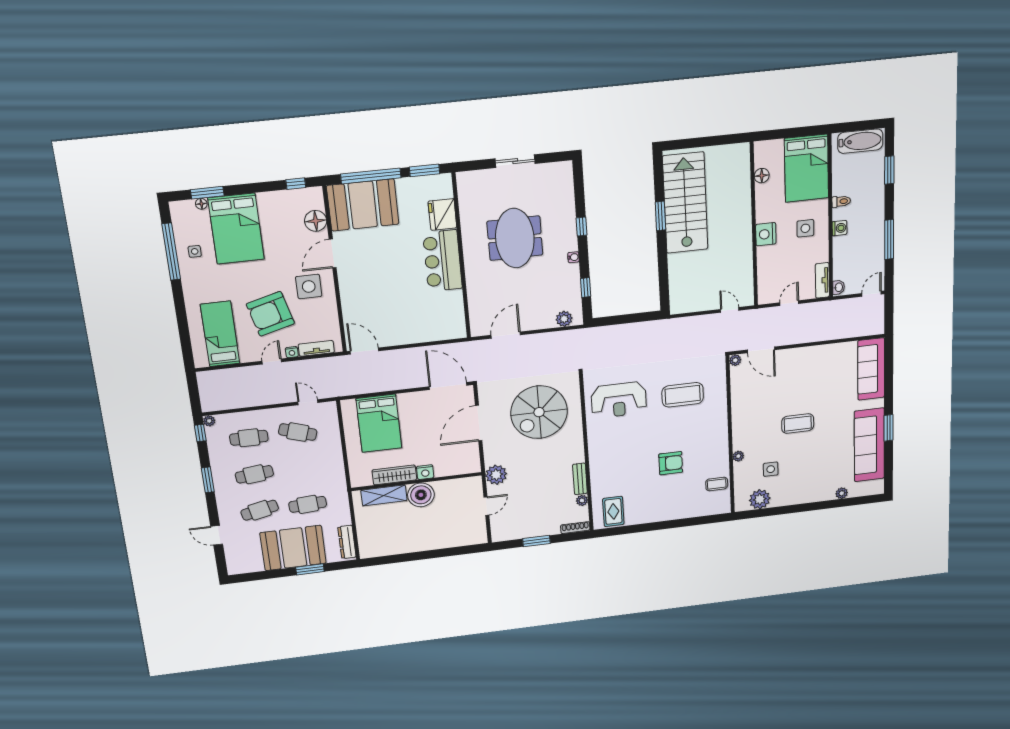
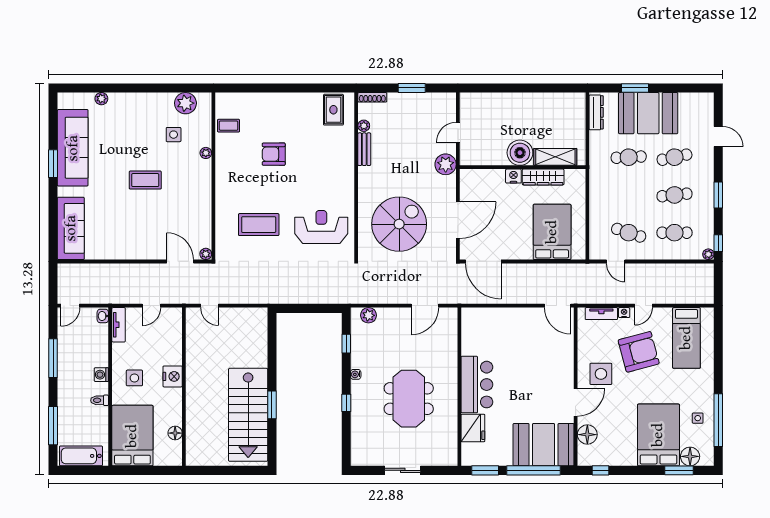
window: (889, 170) -> (53, 426), width x1.44
floor lamp: (201, 204) -> (690, 456), width x1.89, depth x1.89

